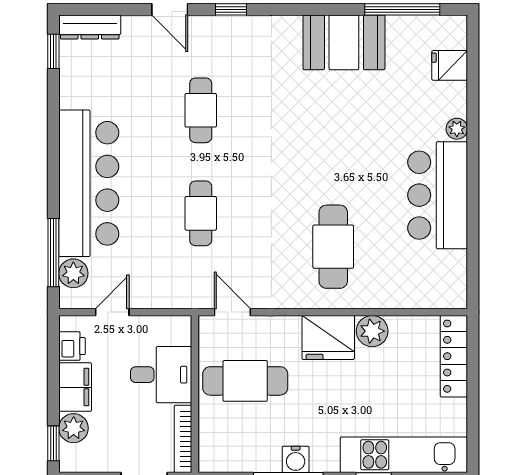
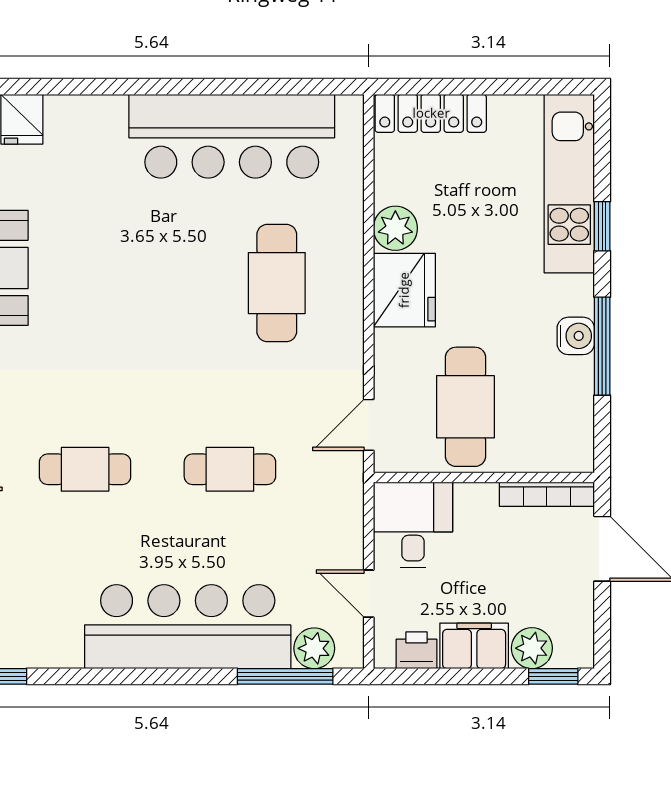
plant: (457, 129) -> (111, 109), removed
bar counter: (438, 195) -> (232, 136), width x1.36
cafe table: (333, 247) -> (277, 283), turned 90
desk: (161, 375) -> (413, 525), moved

